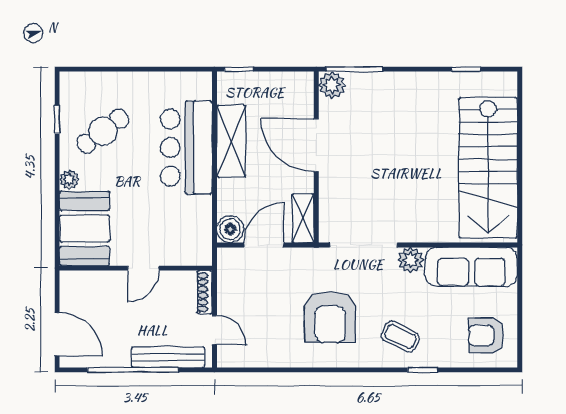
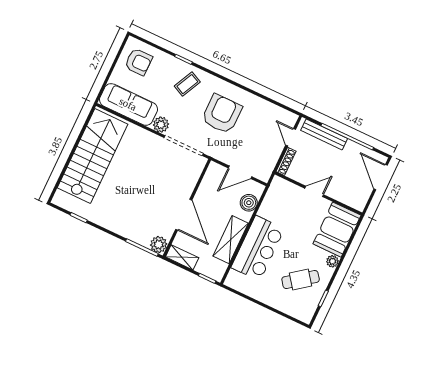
shelving: (303, 218) -> (182, 257), moved, turned 90
boiler: (230, 229) -> (249, 203), moved
coffee table: (400, 337) -> (187, 84), turned 90

